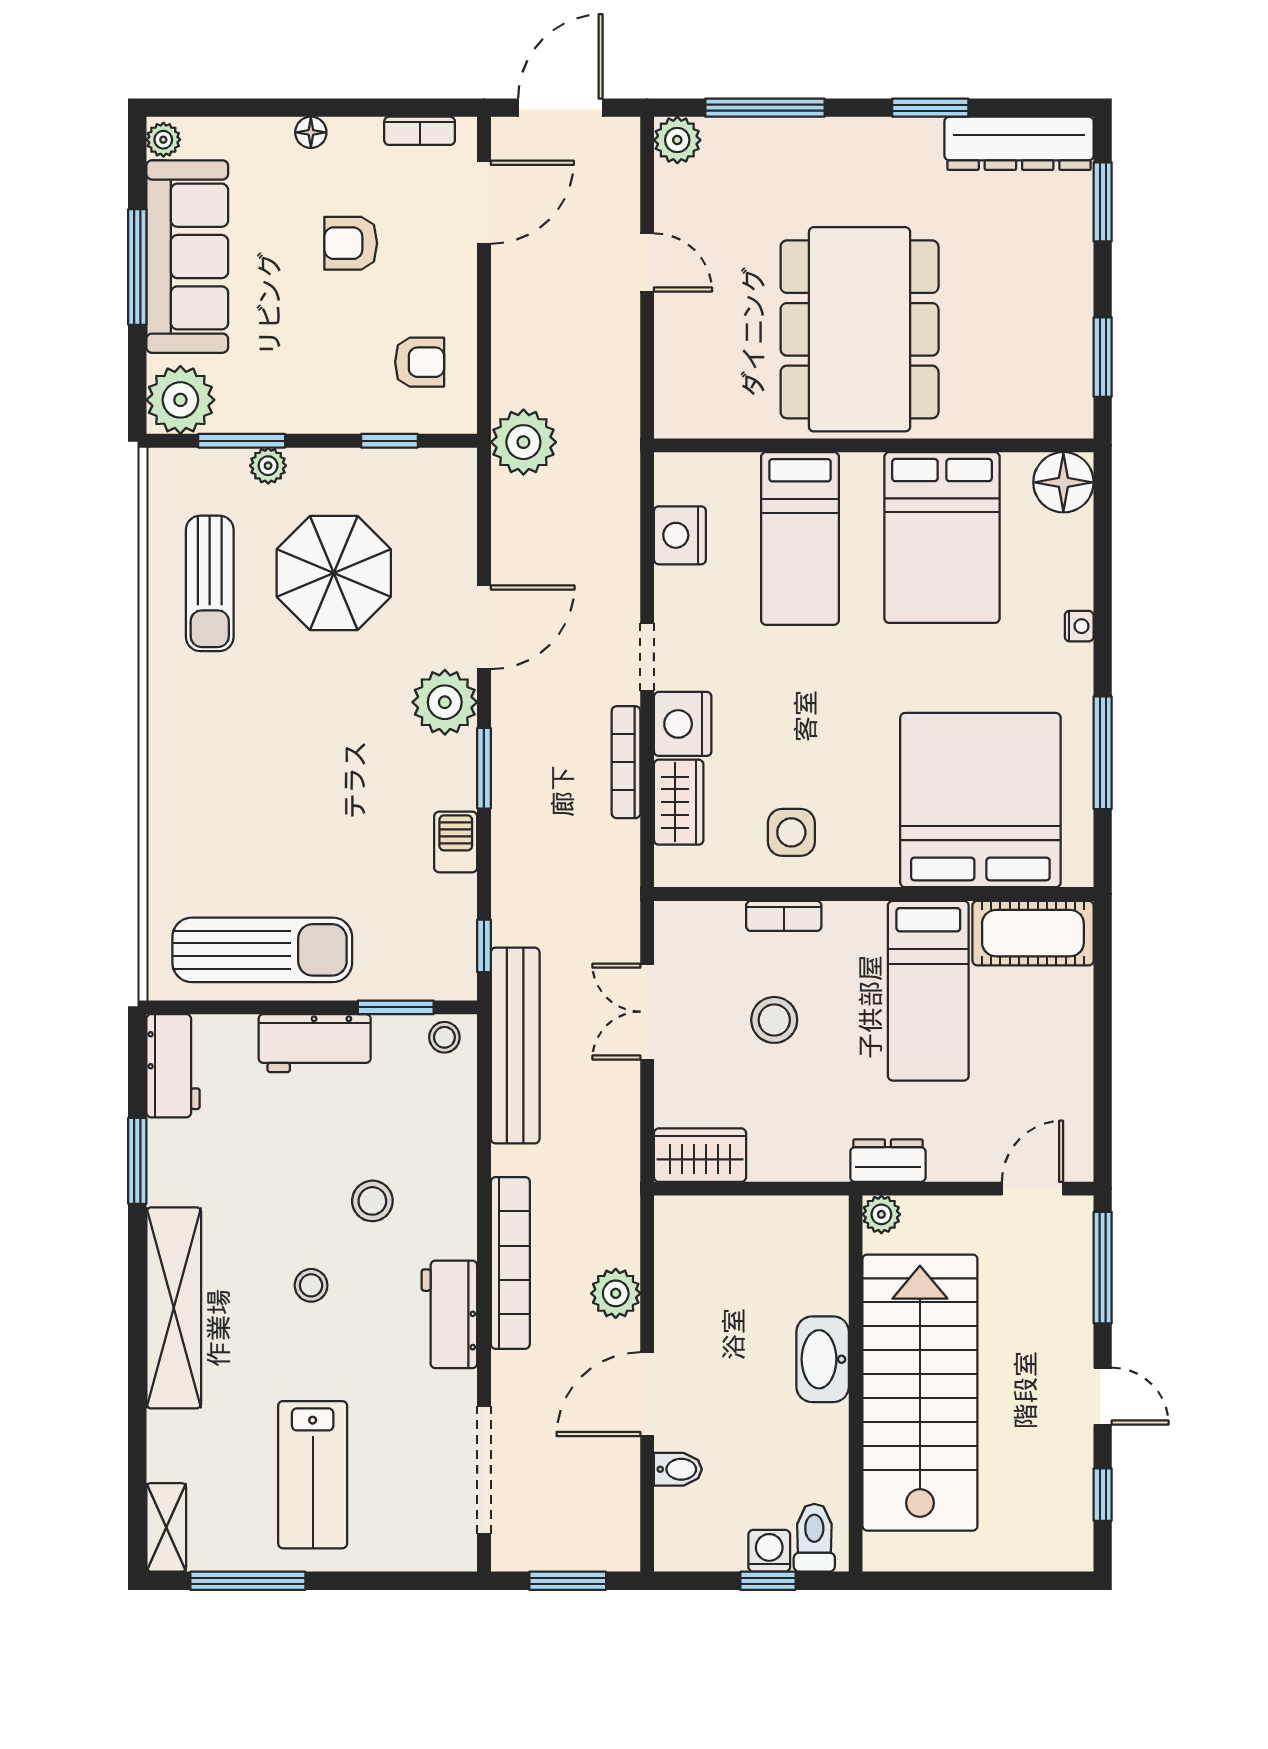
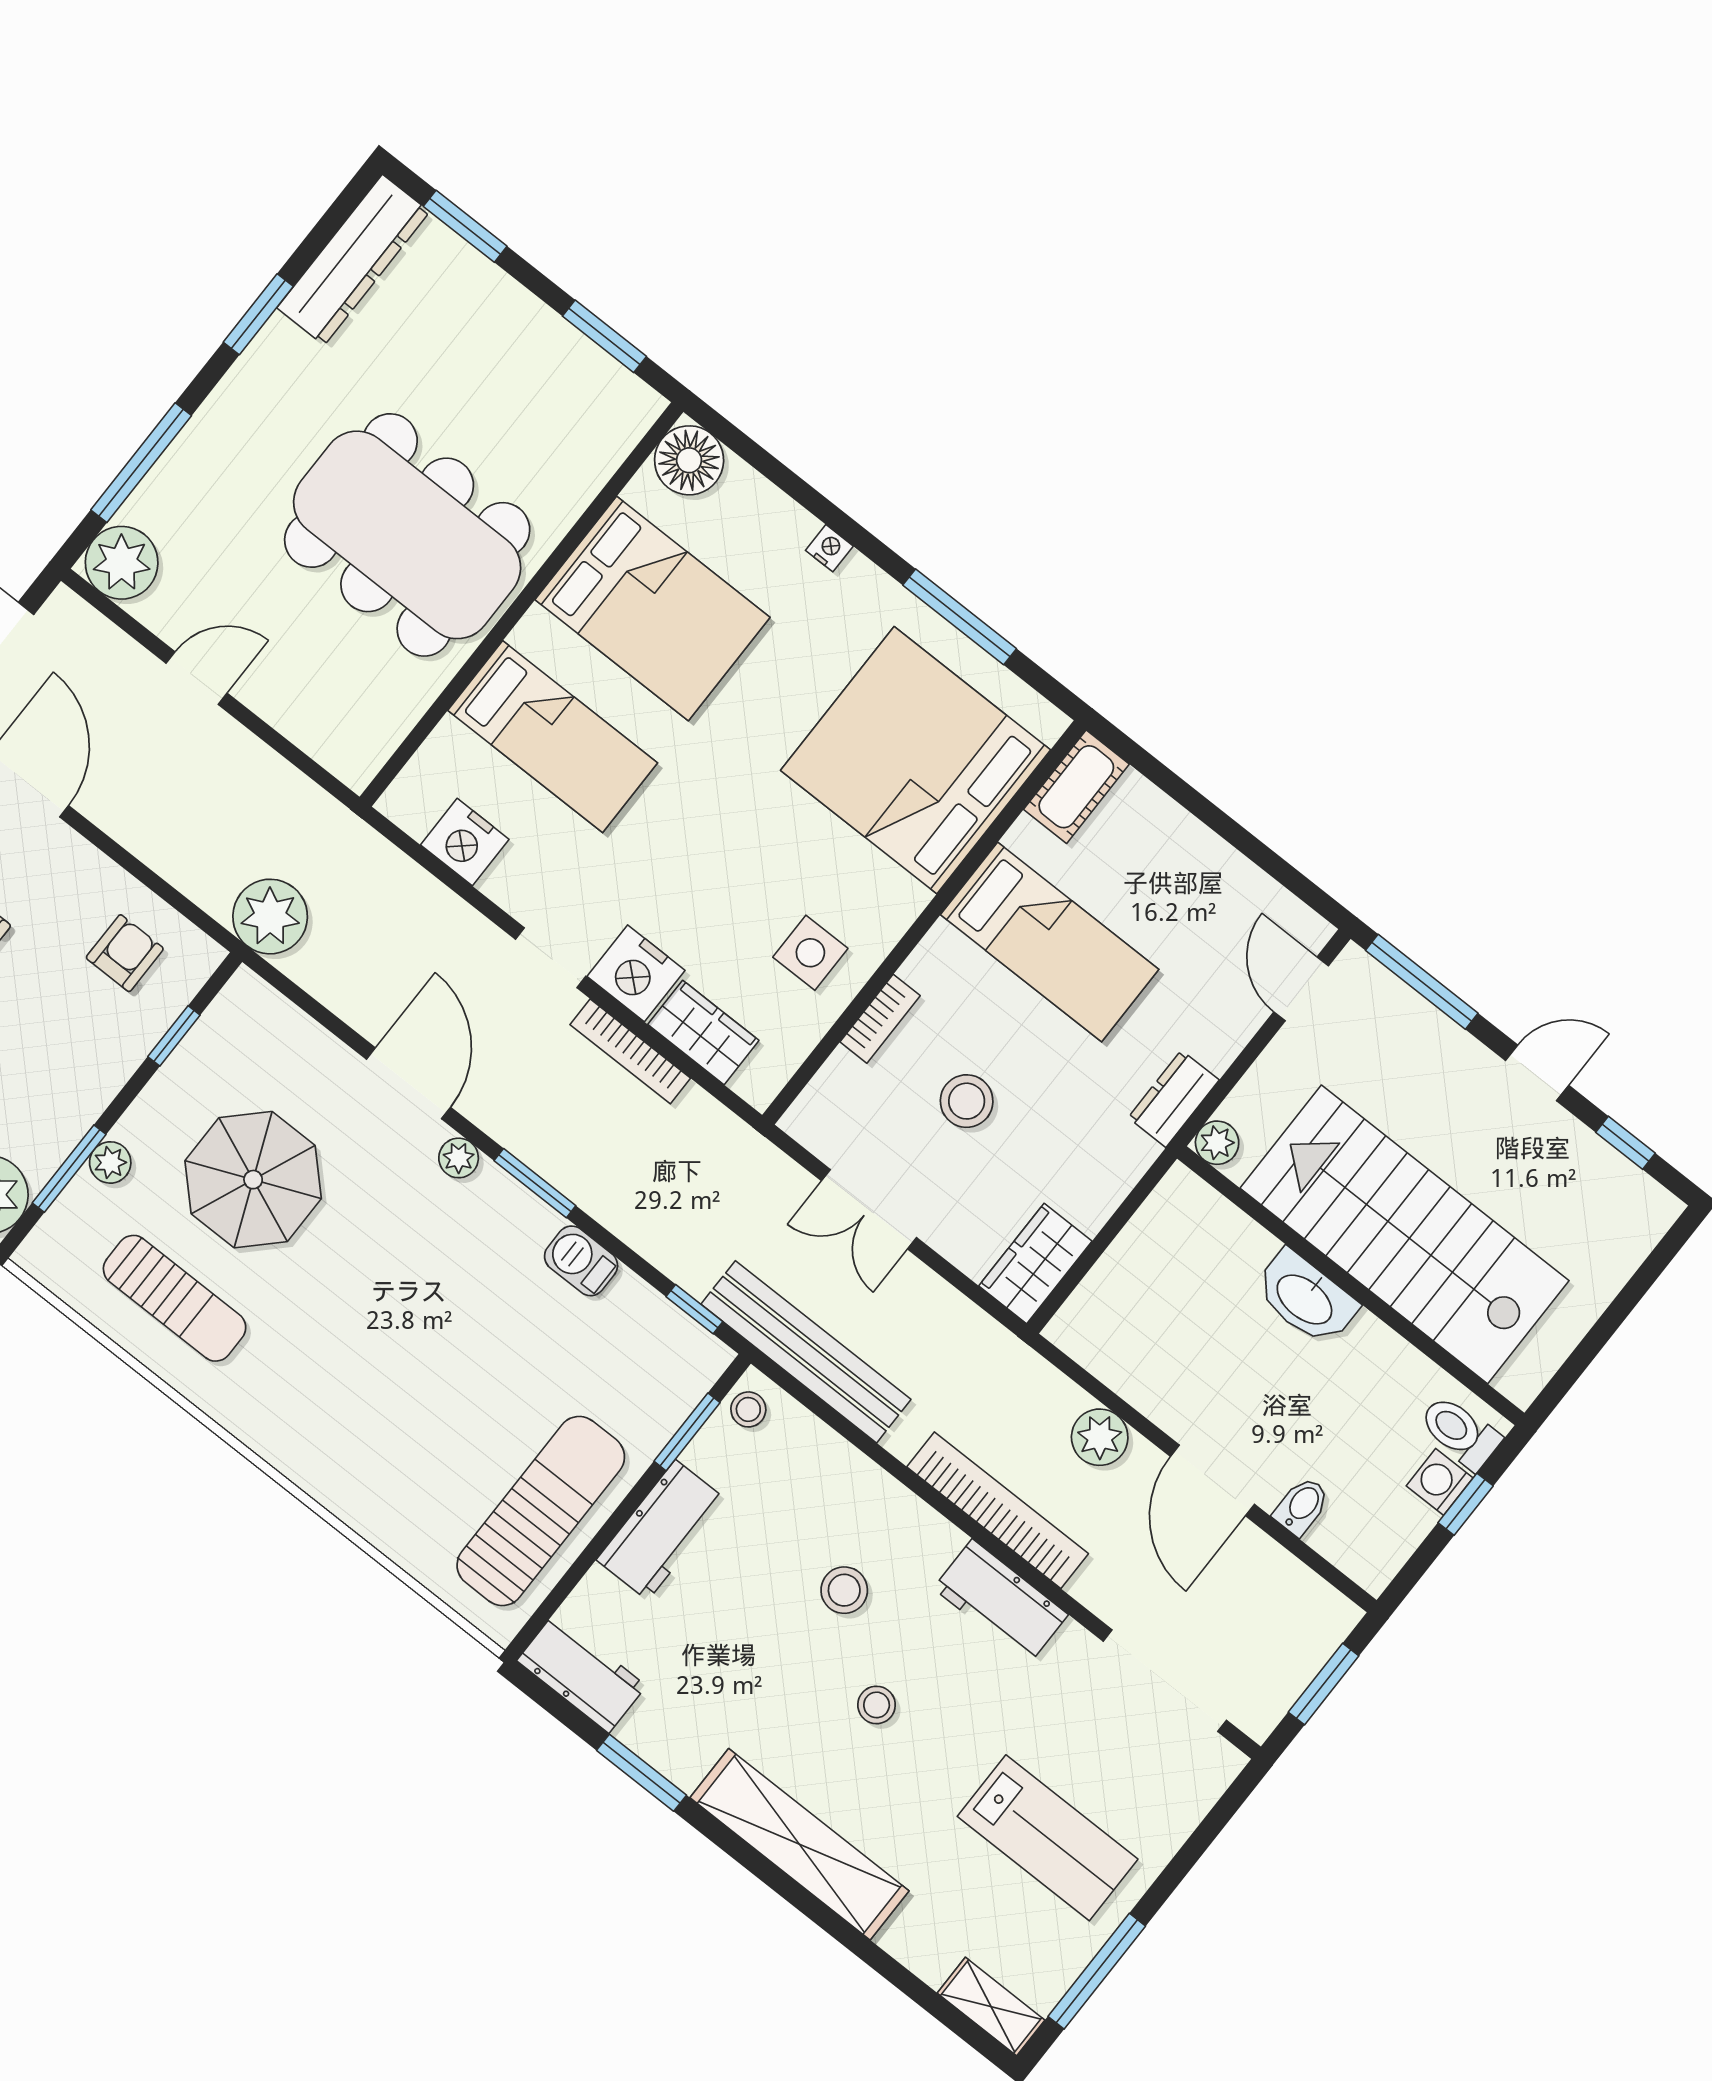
plant: (677, 140) -> (122, 563), width x1.36, depth x1.36
plant: (445, 702) -> (459, 1158), width x0.53, depth x0.53
cot: (1033, 933) -> (1076, 787), width x0.73, depth x0.75

